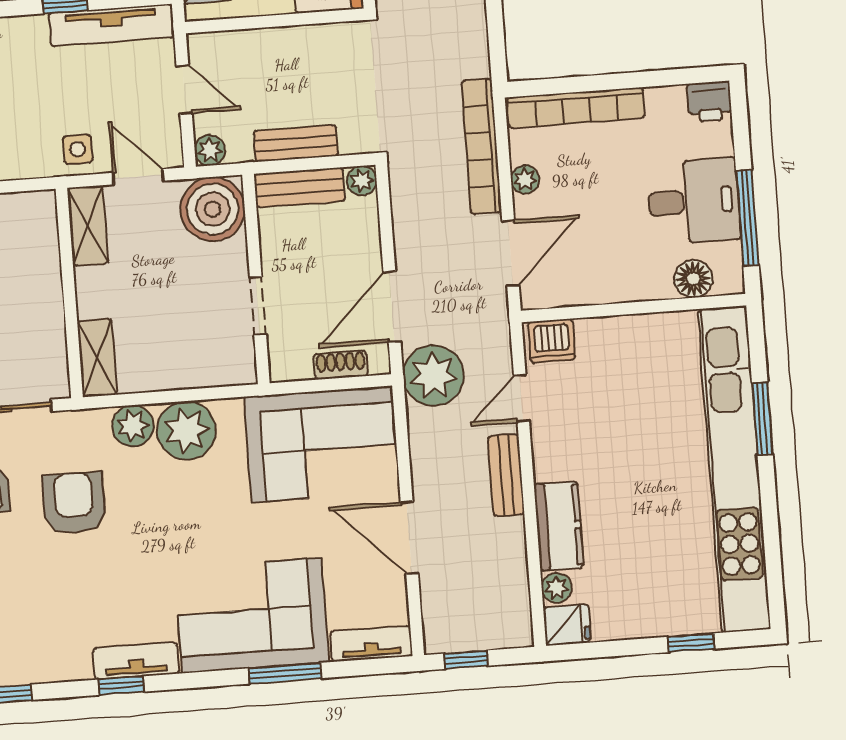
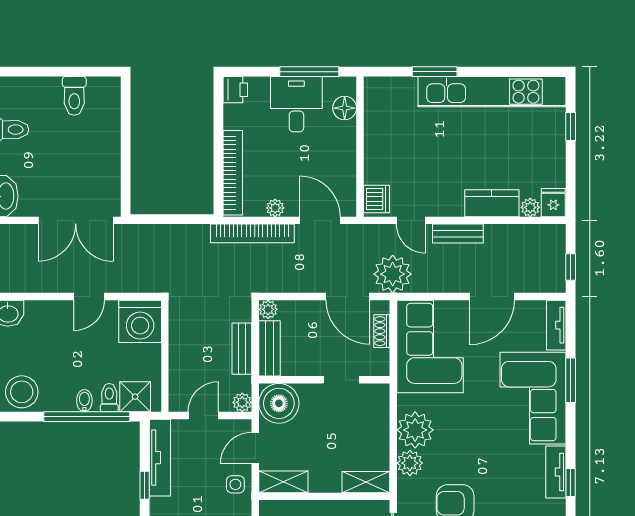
kitchen unit: (734, 470) -> (492, 92), width x0.73

